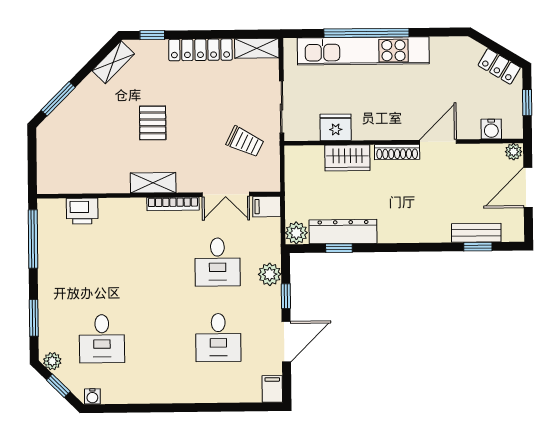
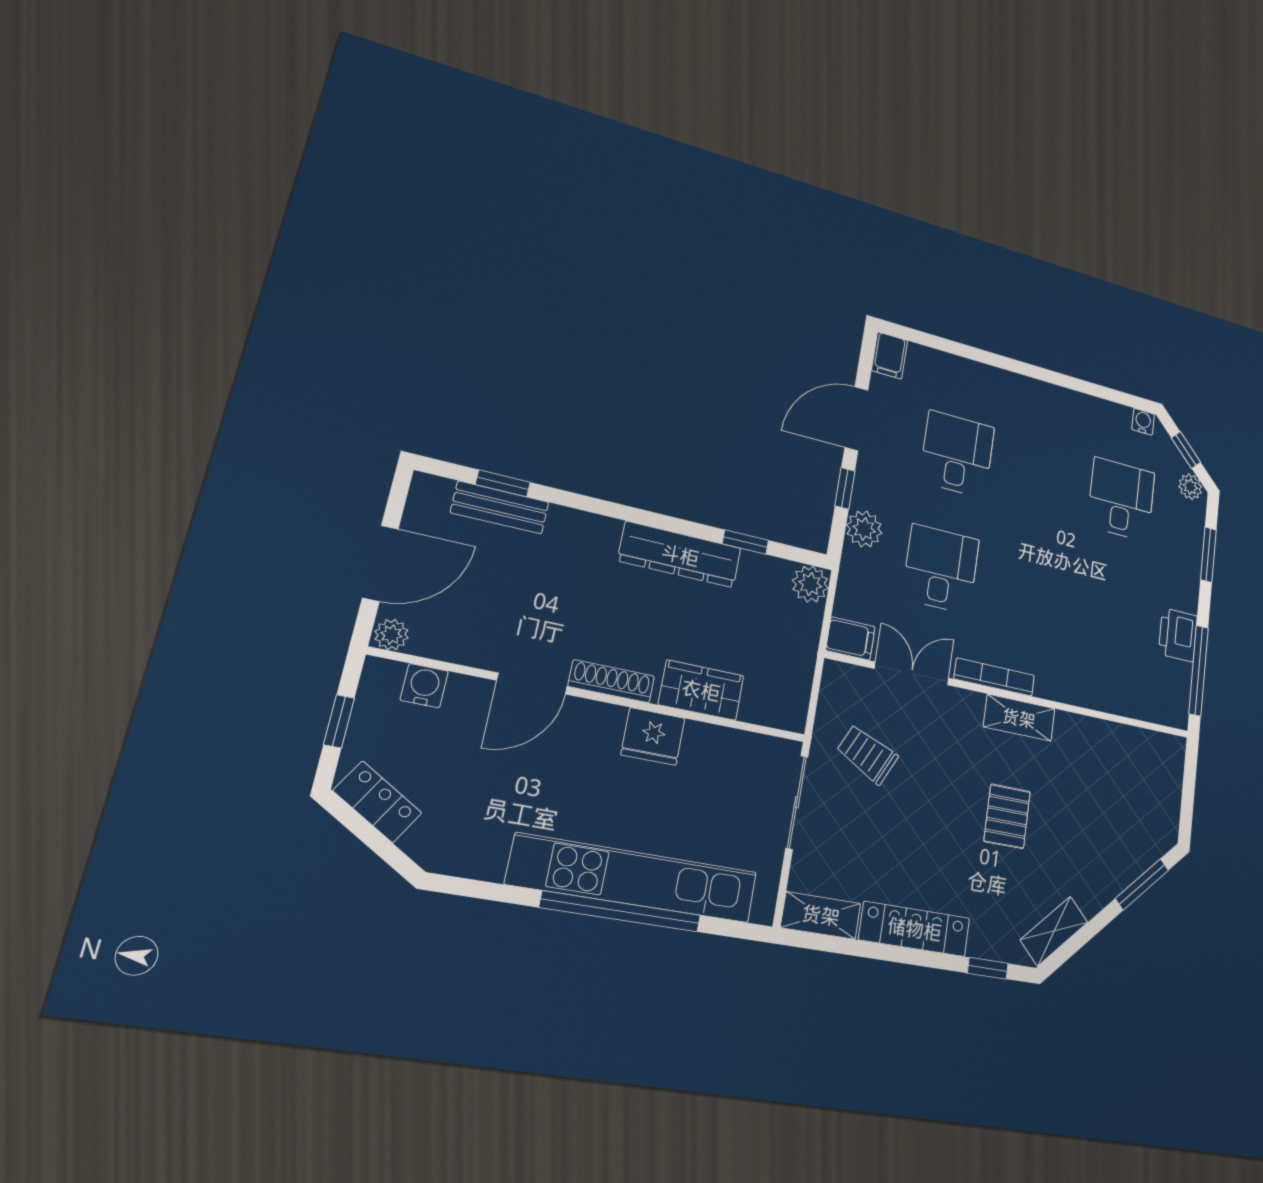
fridge: (336, 127) -> (653, 736), moved
printer: (82, 211) -> (1178, 635), moved, turned -90
dresser: (343, 232) -> (680, 555), moved

